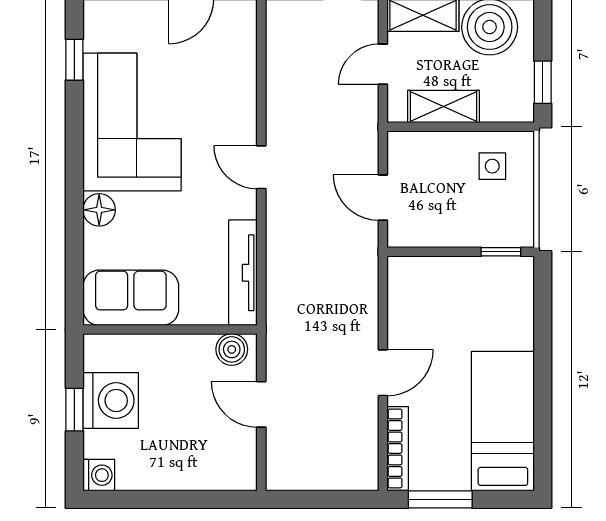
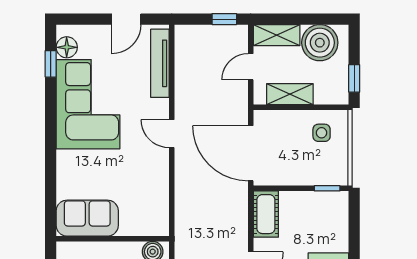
door: (383, 198) -> (251, 153), width x1.88
floor lamp: (99, 210) -> (67, 47), moved
tv unit: (243, 273) -> (160, 63), moved
cot: (406, 292) -> (266, 214), added

